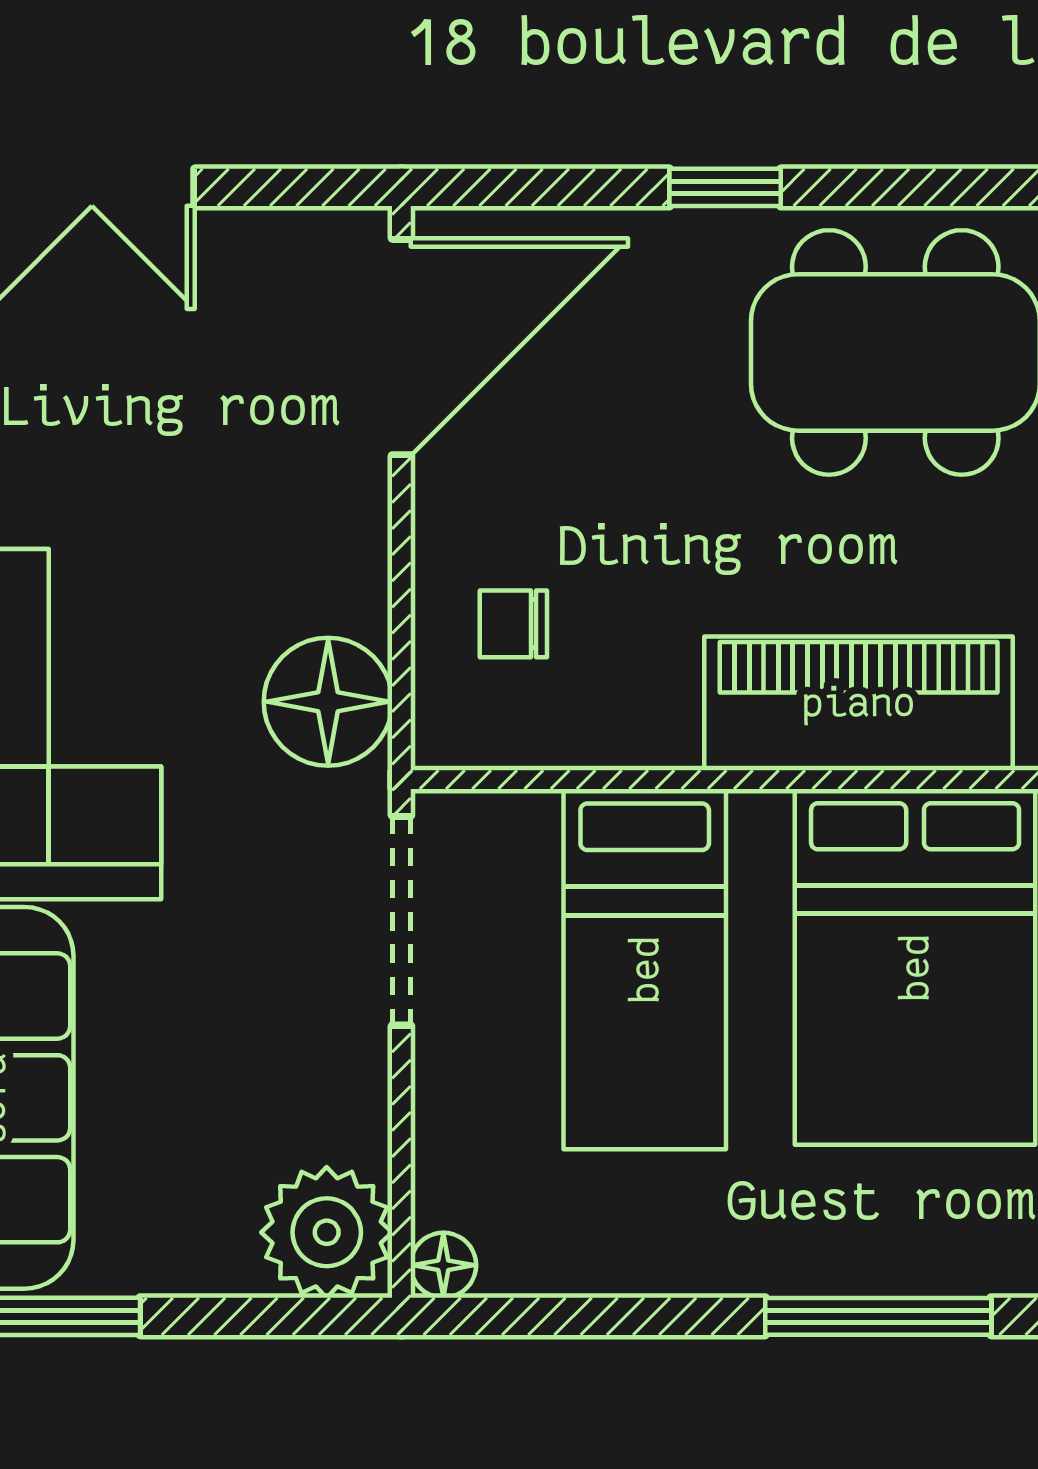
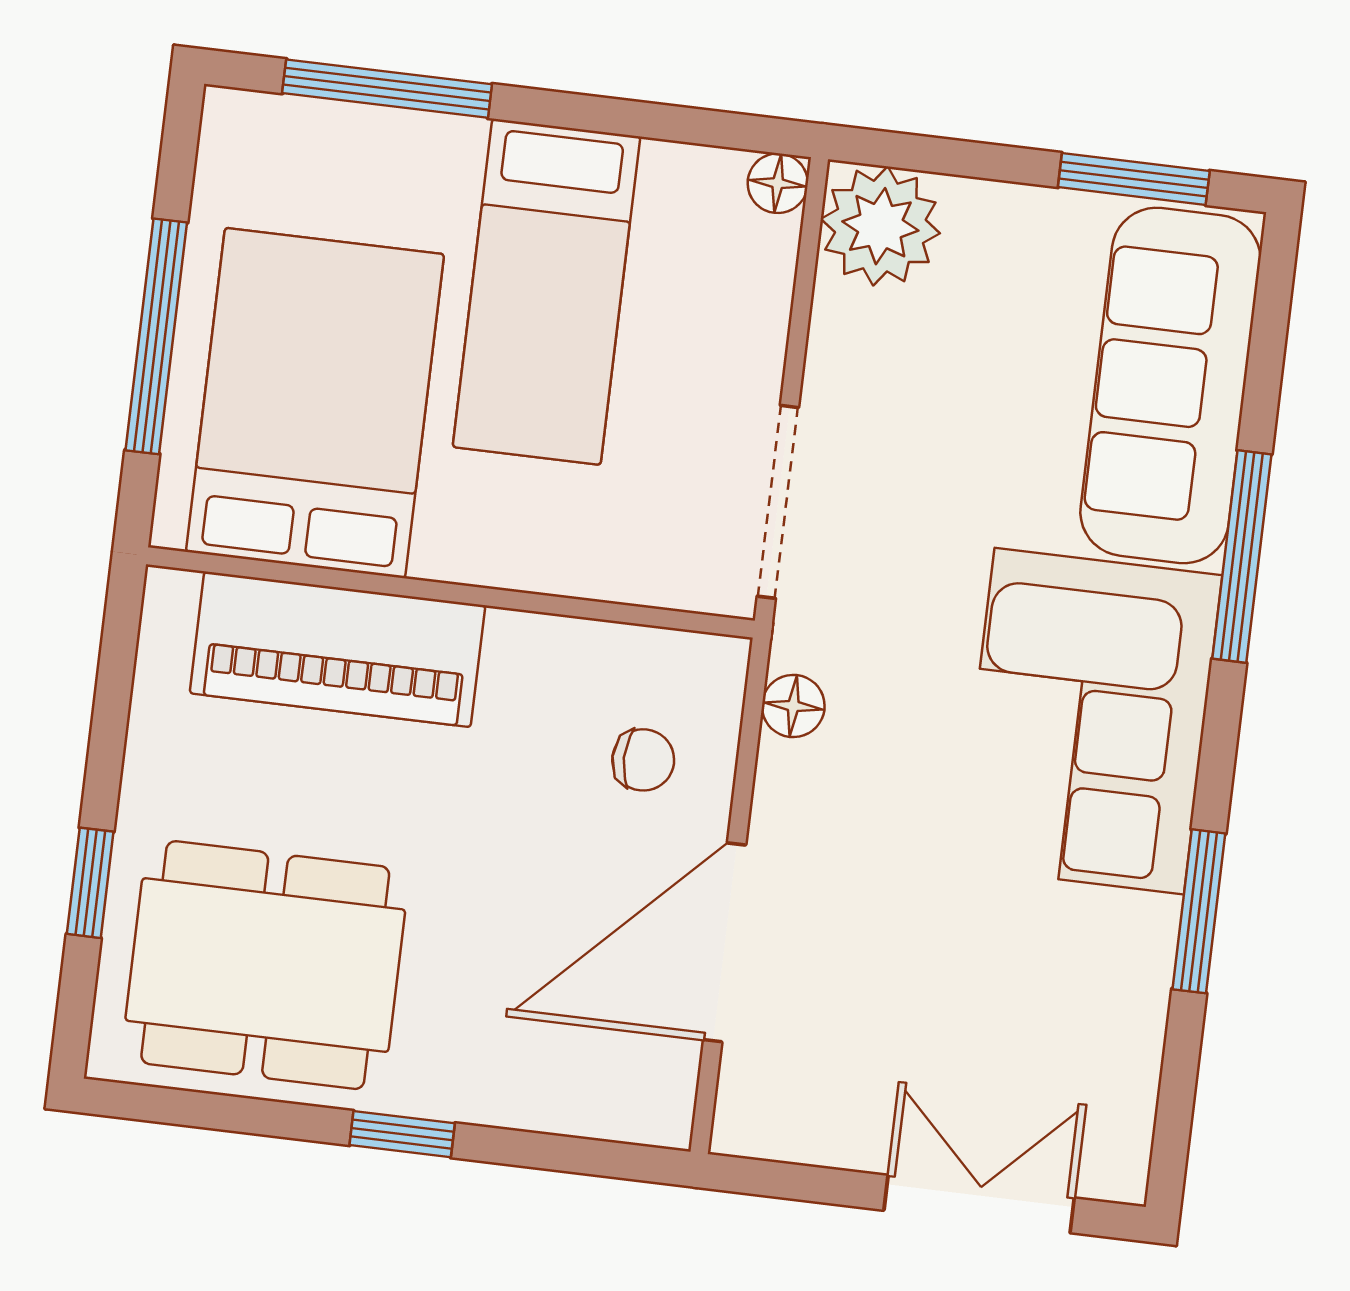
door: (401, 347) -> (725, 942), moved
floor lamp: (328, 702) -> (793, 706), width x0.53, depth x0.53
bed: (645, 969) -> (546, 292), moved, turned 180

